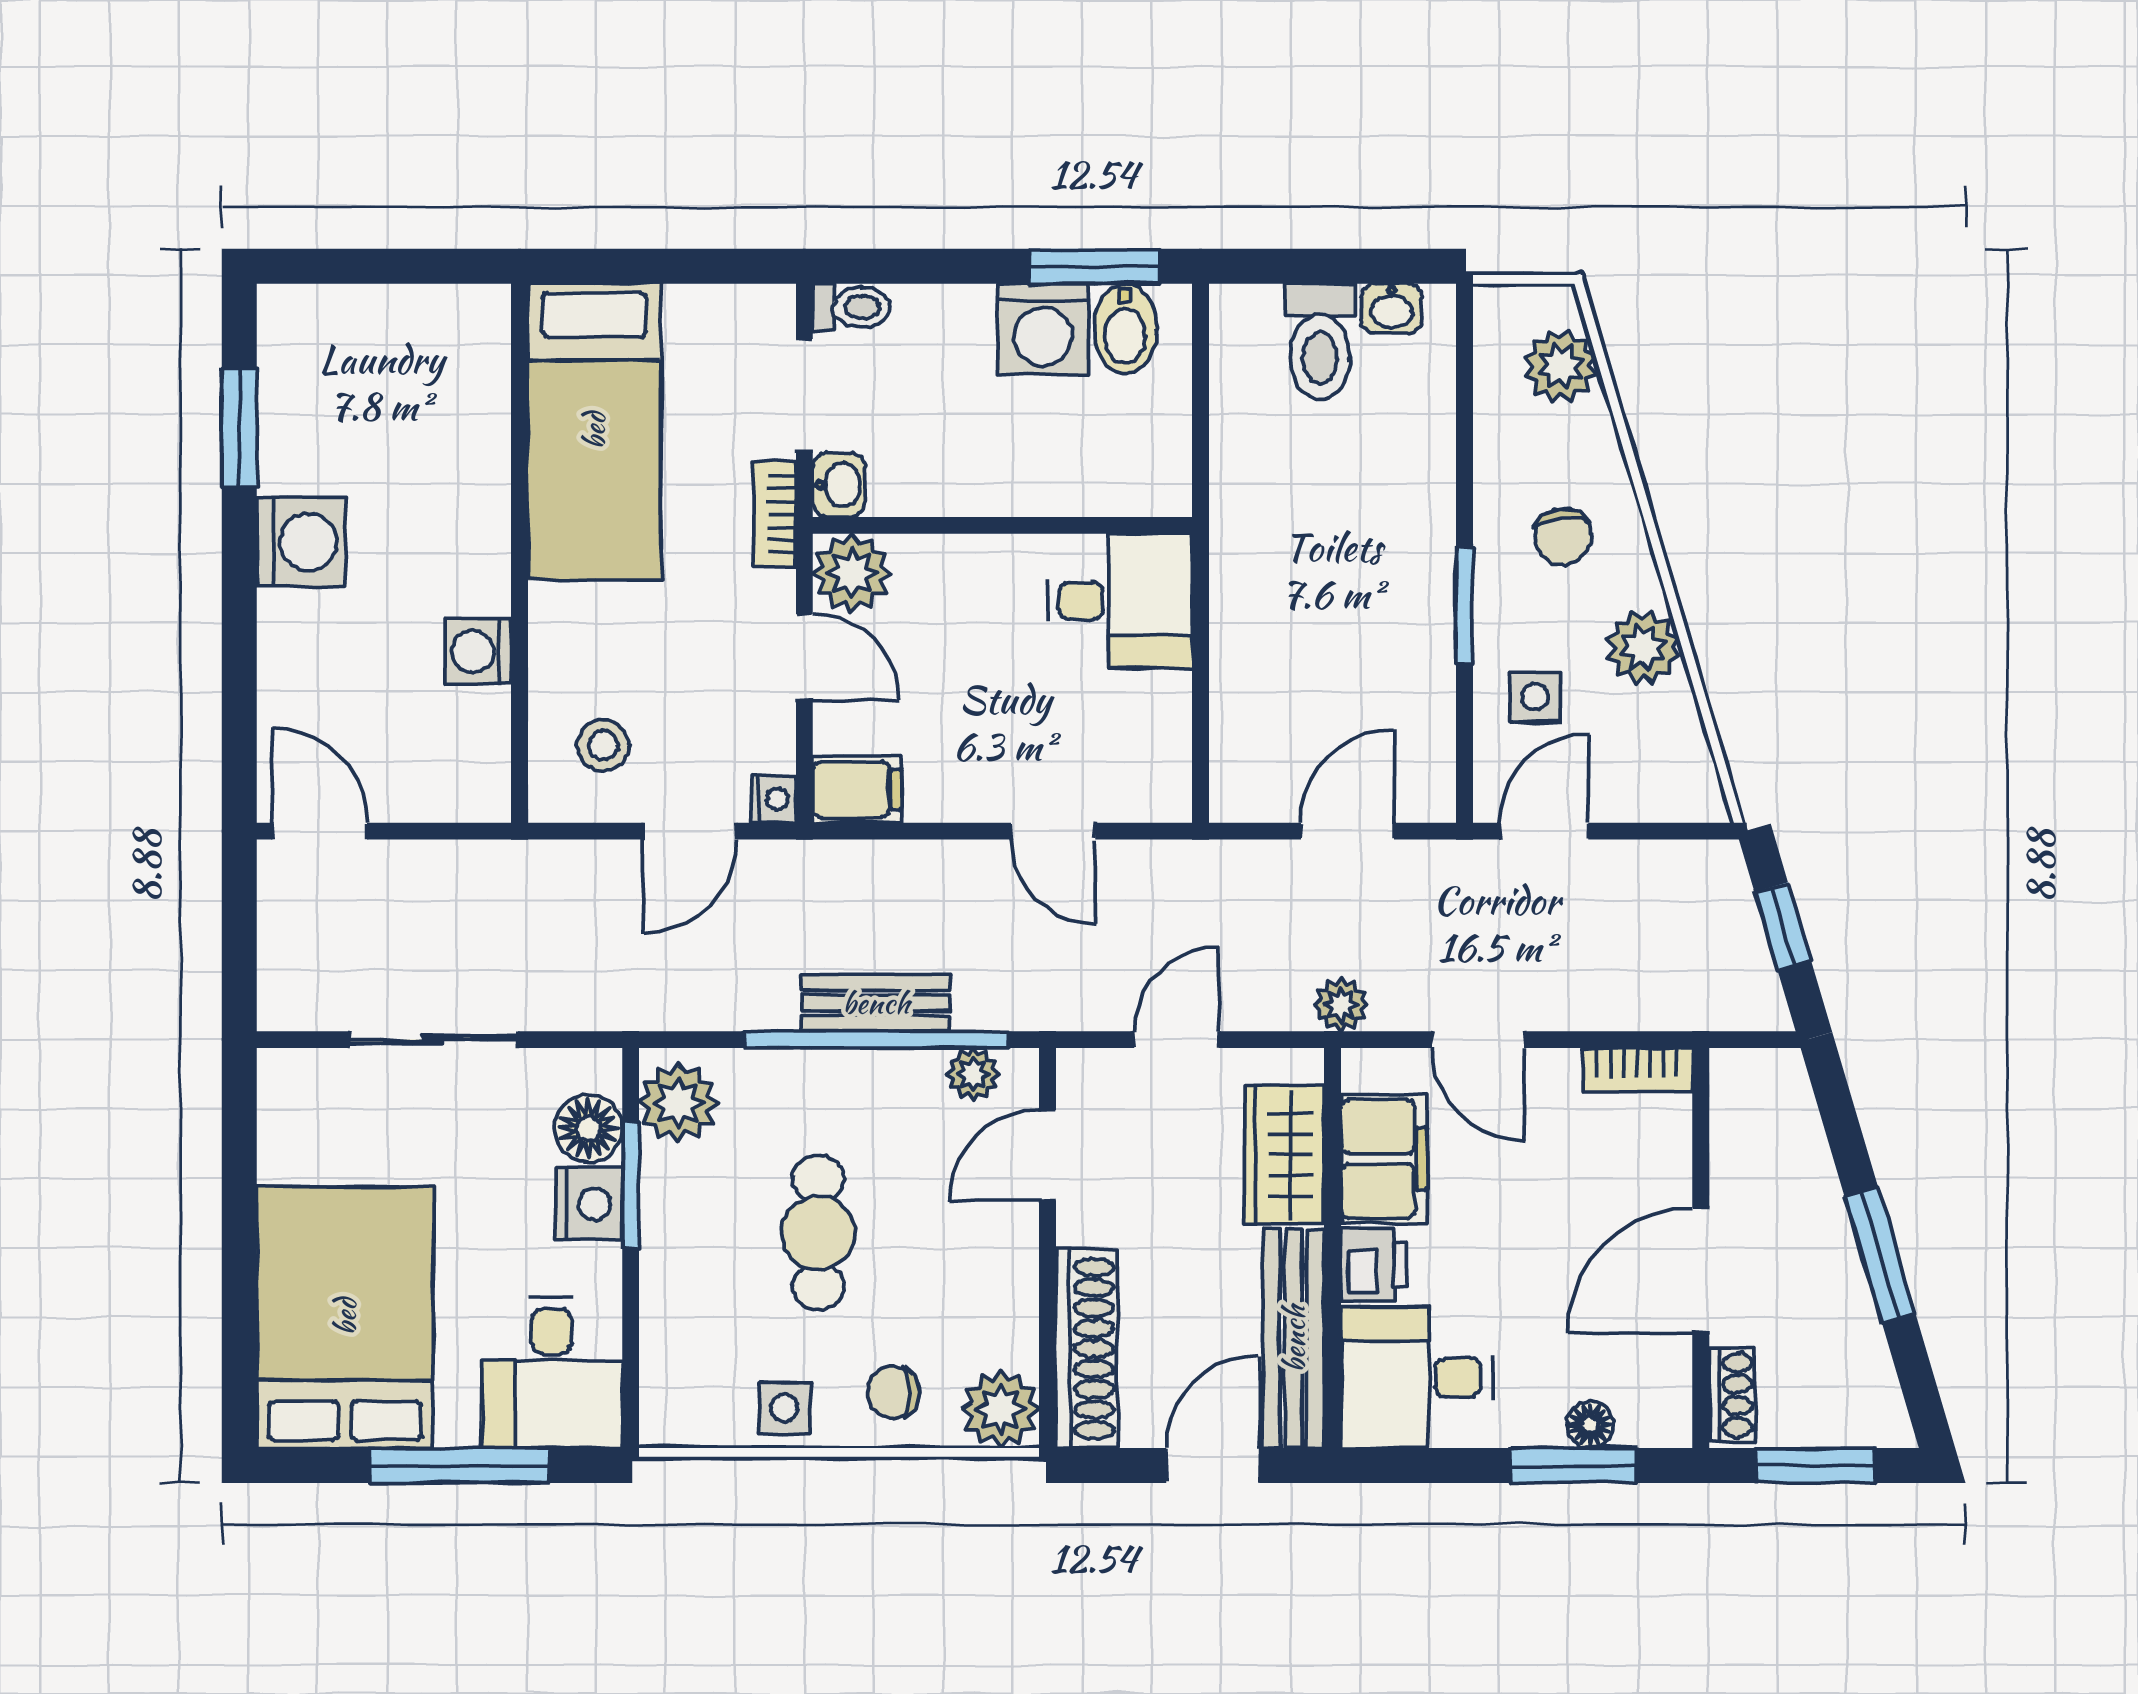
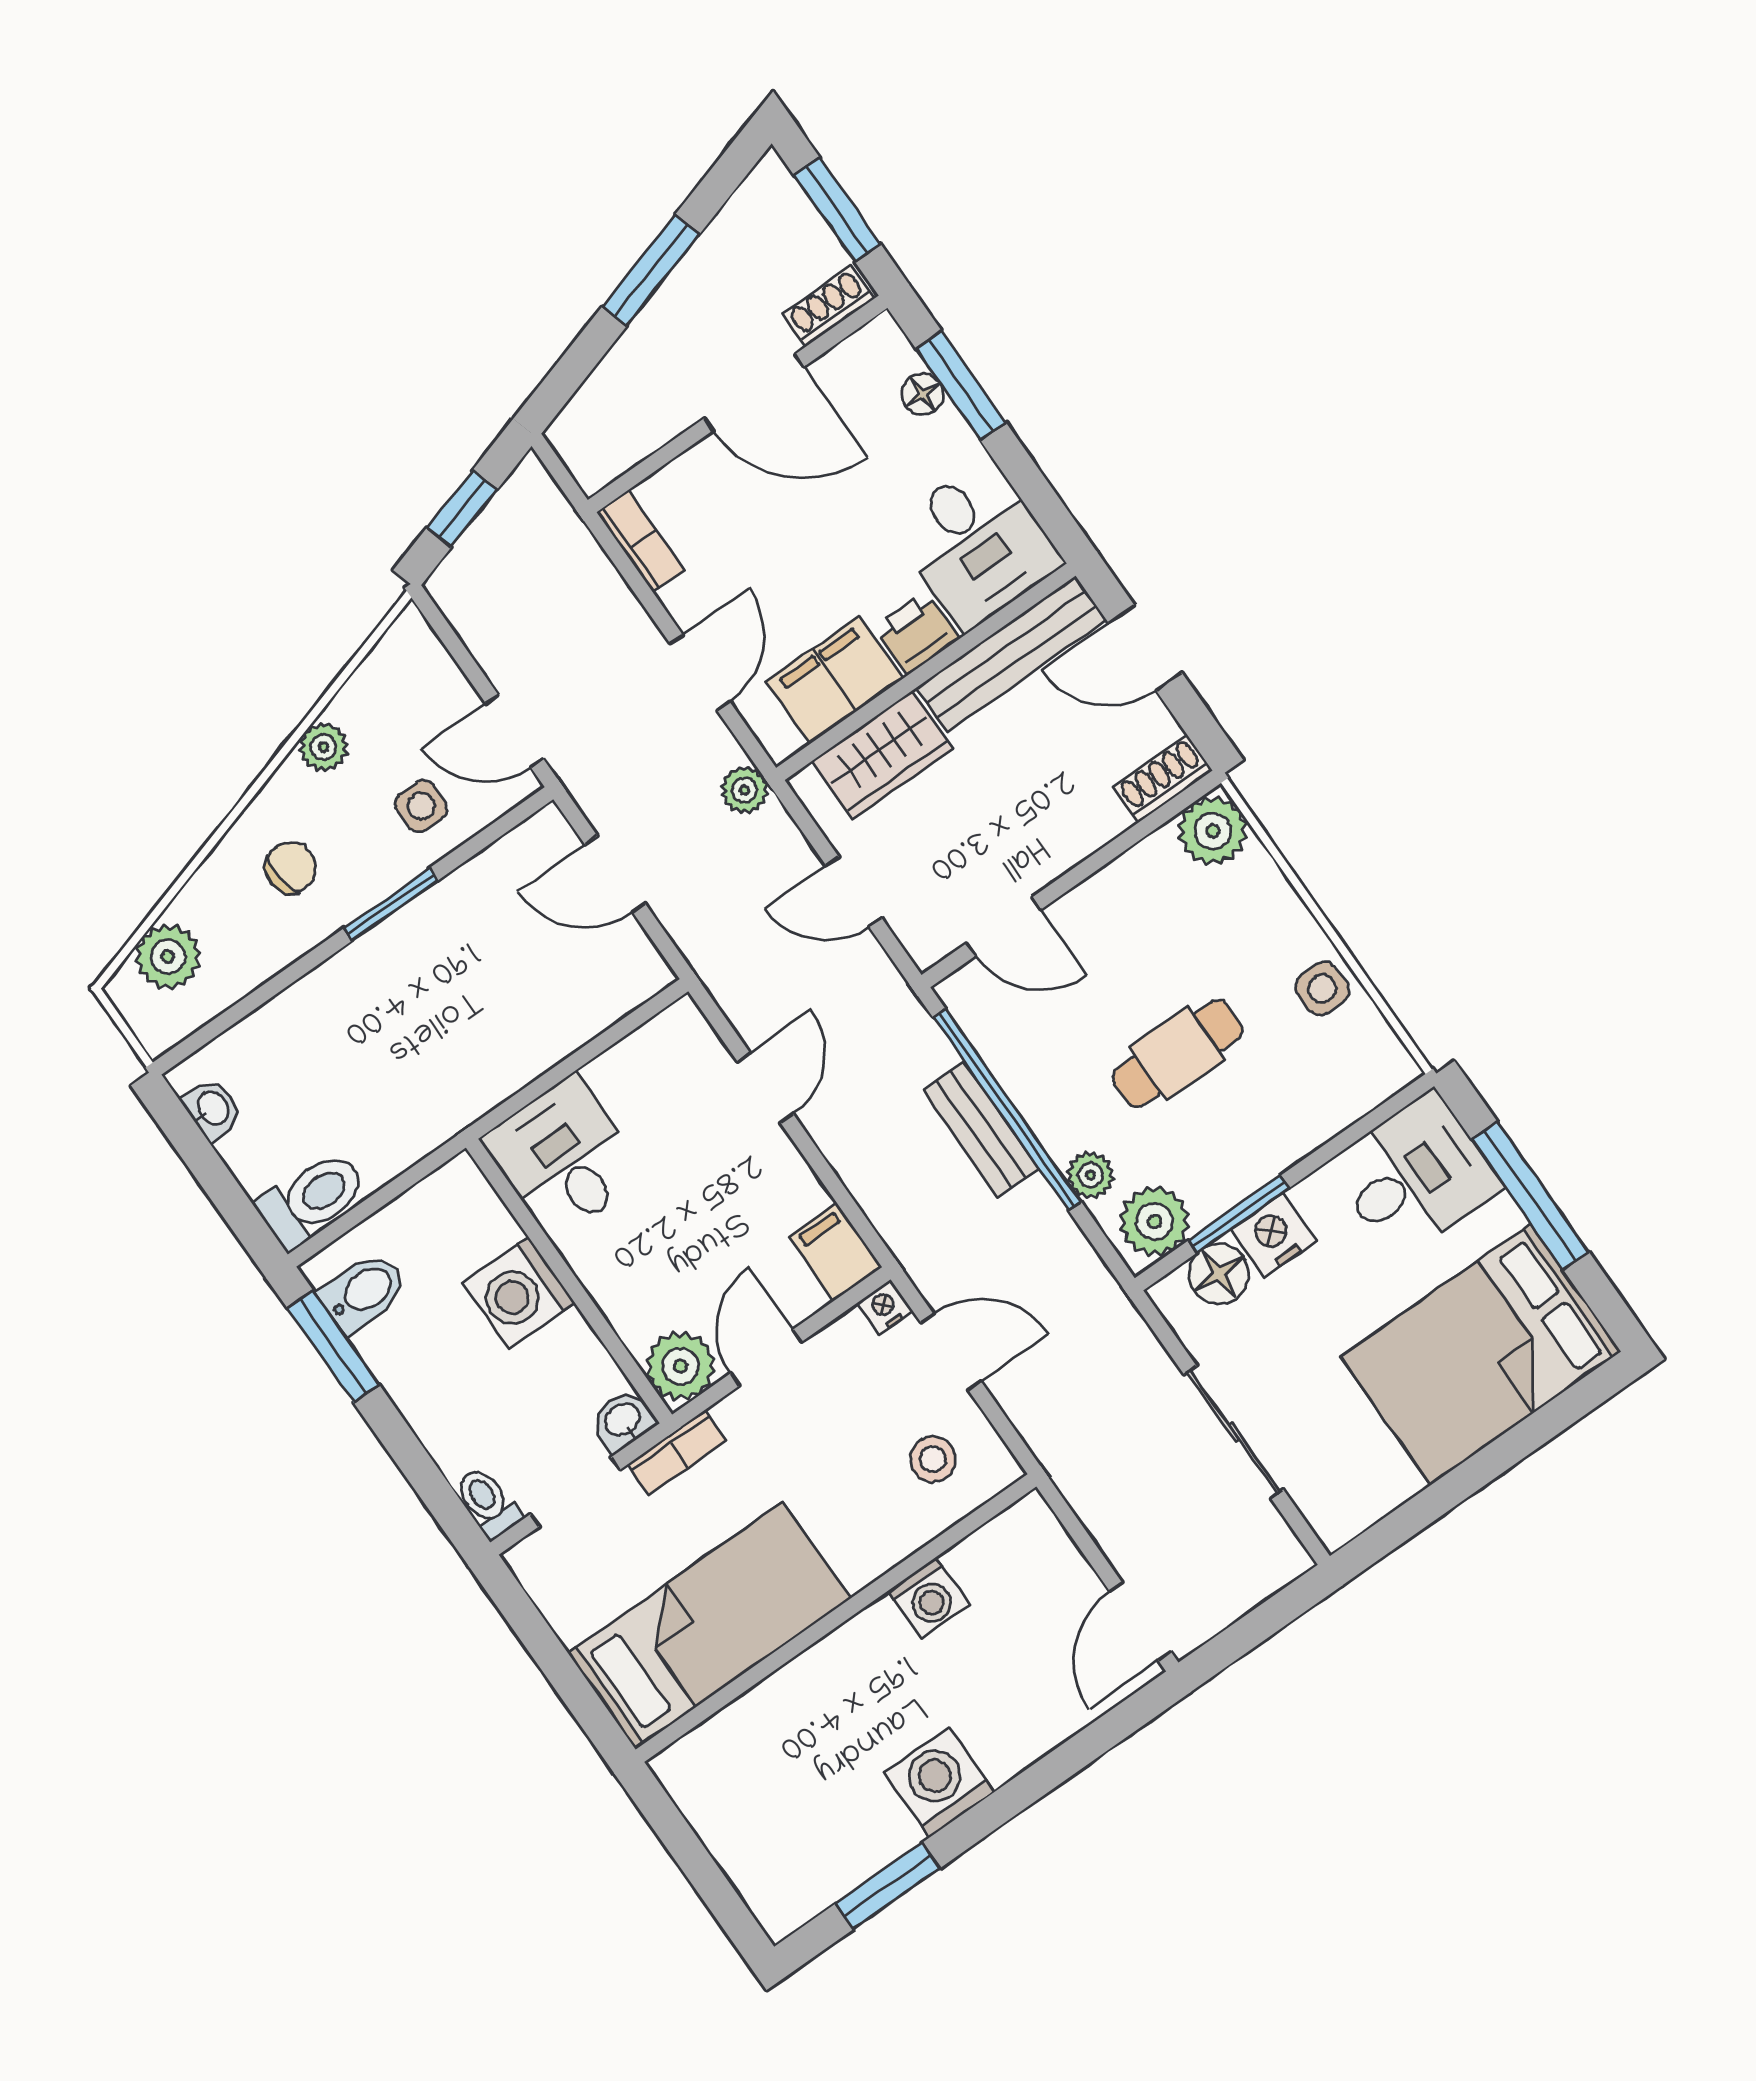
washing machine: (1043, 329) -> (519, 1293), moved, turned 180
toilet: (1320, 342) -> (312, 1199), moved
plant: (1643, 648) -> (323, 747), width x0.73, depth x0.73
plant: (973, 1074) -> (1090, 1175), moved
shoe rack: (1087, 1349) -> (1163, 779), width x0.51, depth x0.81
chair: (893, 1392) -> (1255, 917), removed

